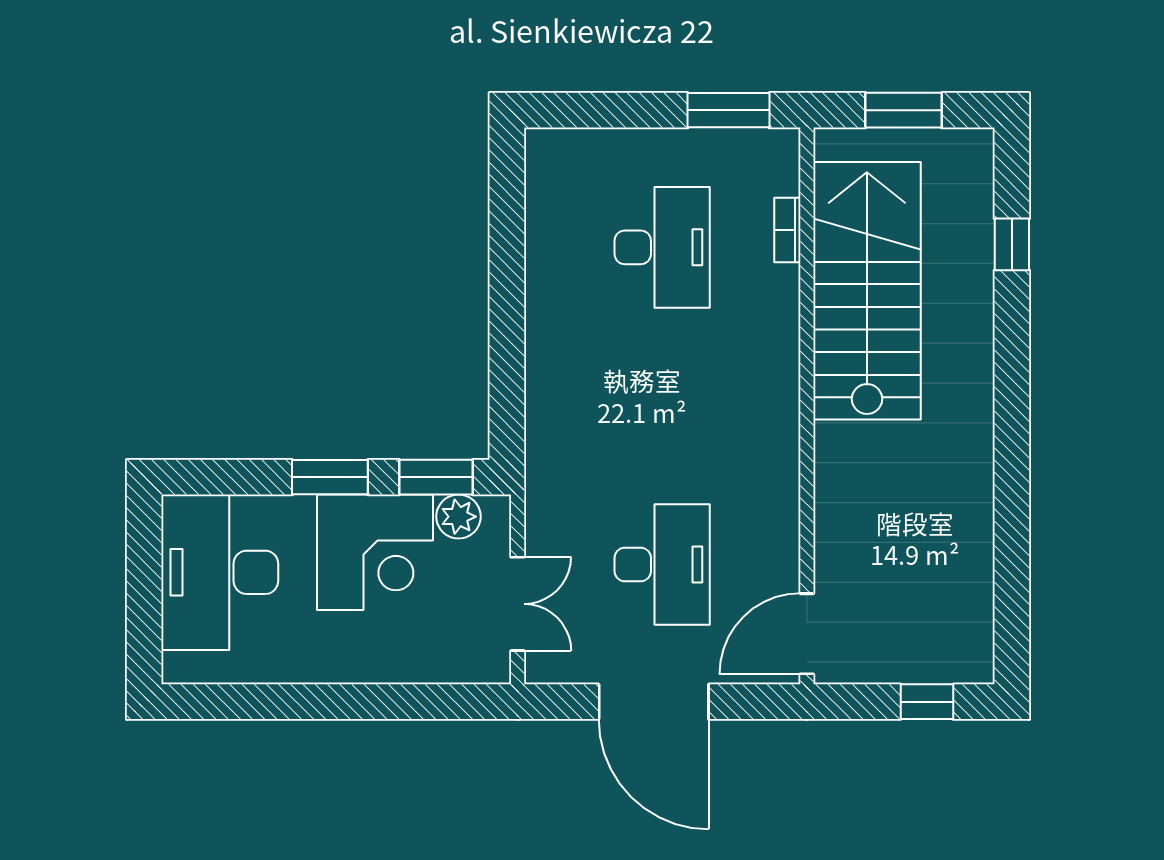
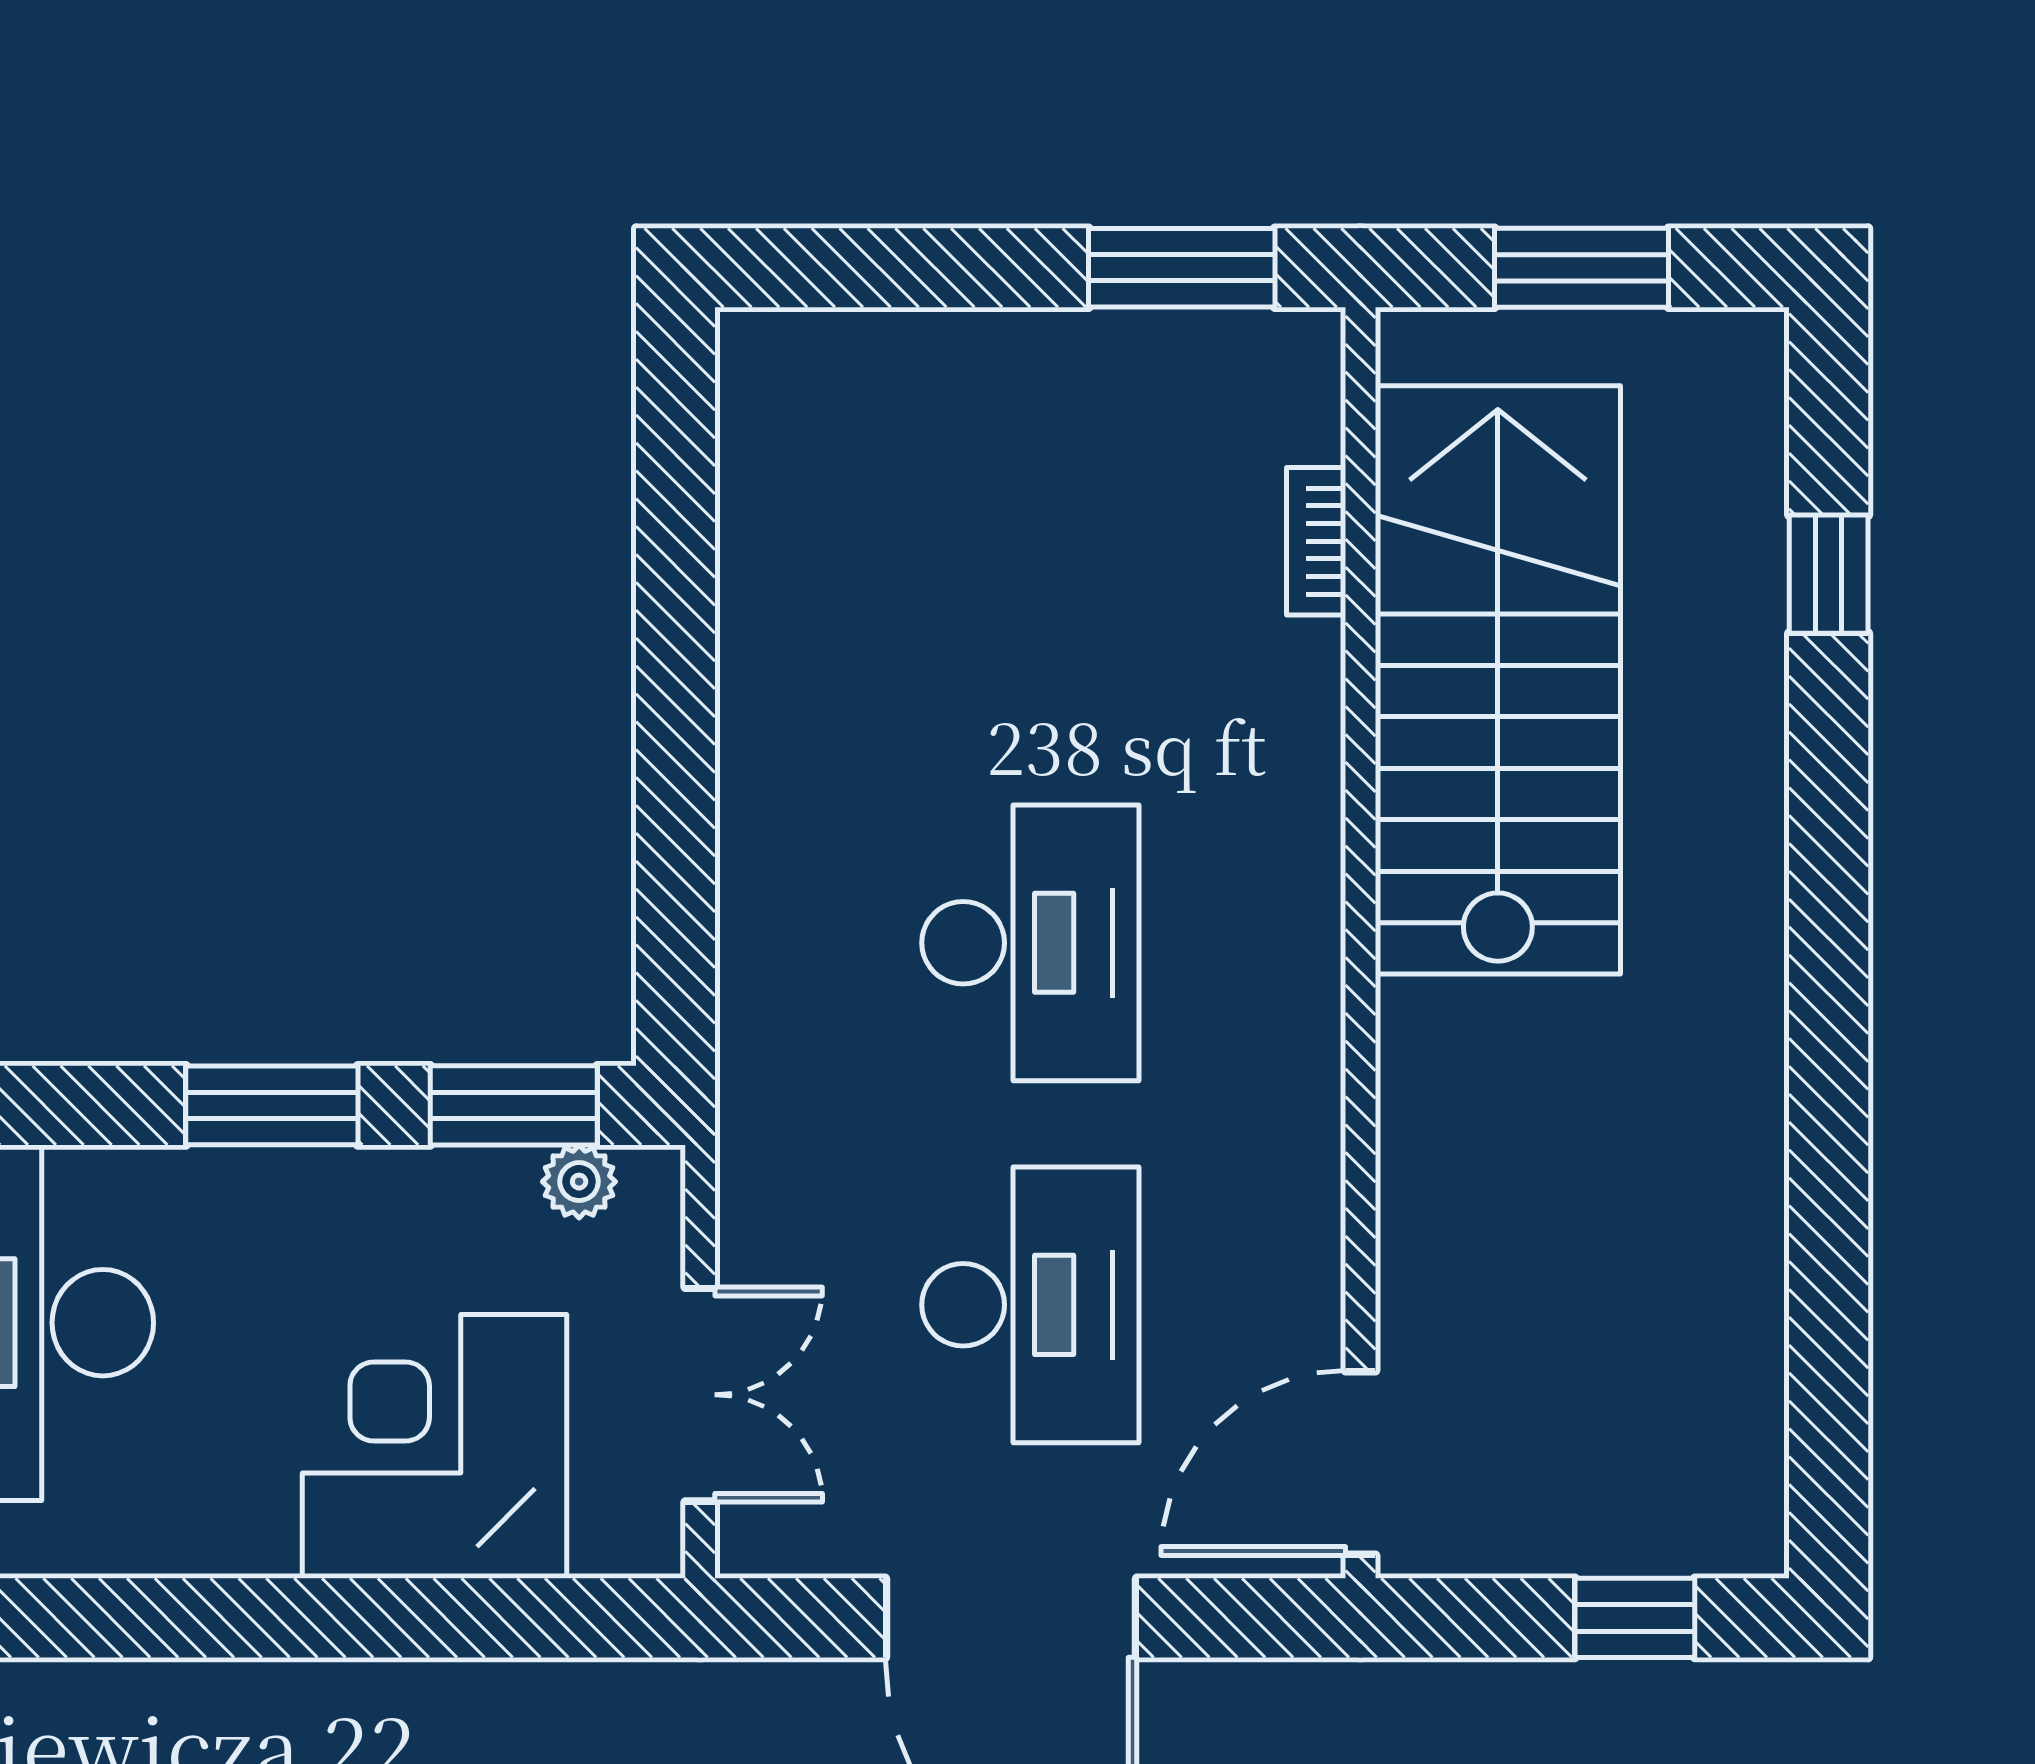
desk: (662, 247) -> (1030, 943), moved
plant: (458, 517) -> (579, 1182), width x0.73, depth x0.73
corner desk: (375, 552) -> (435, 1446), moved, turned 180

